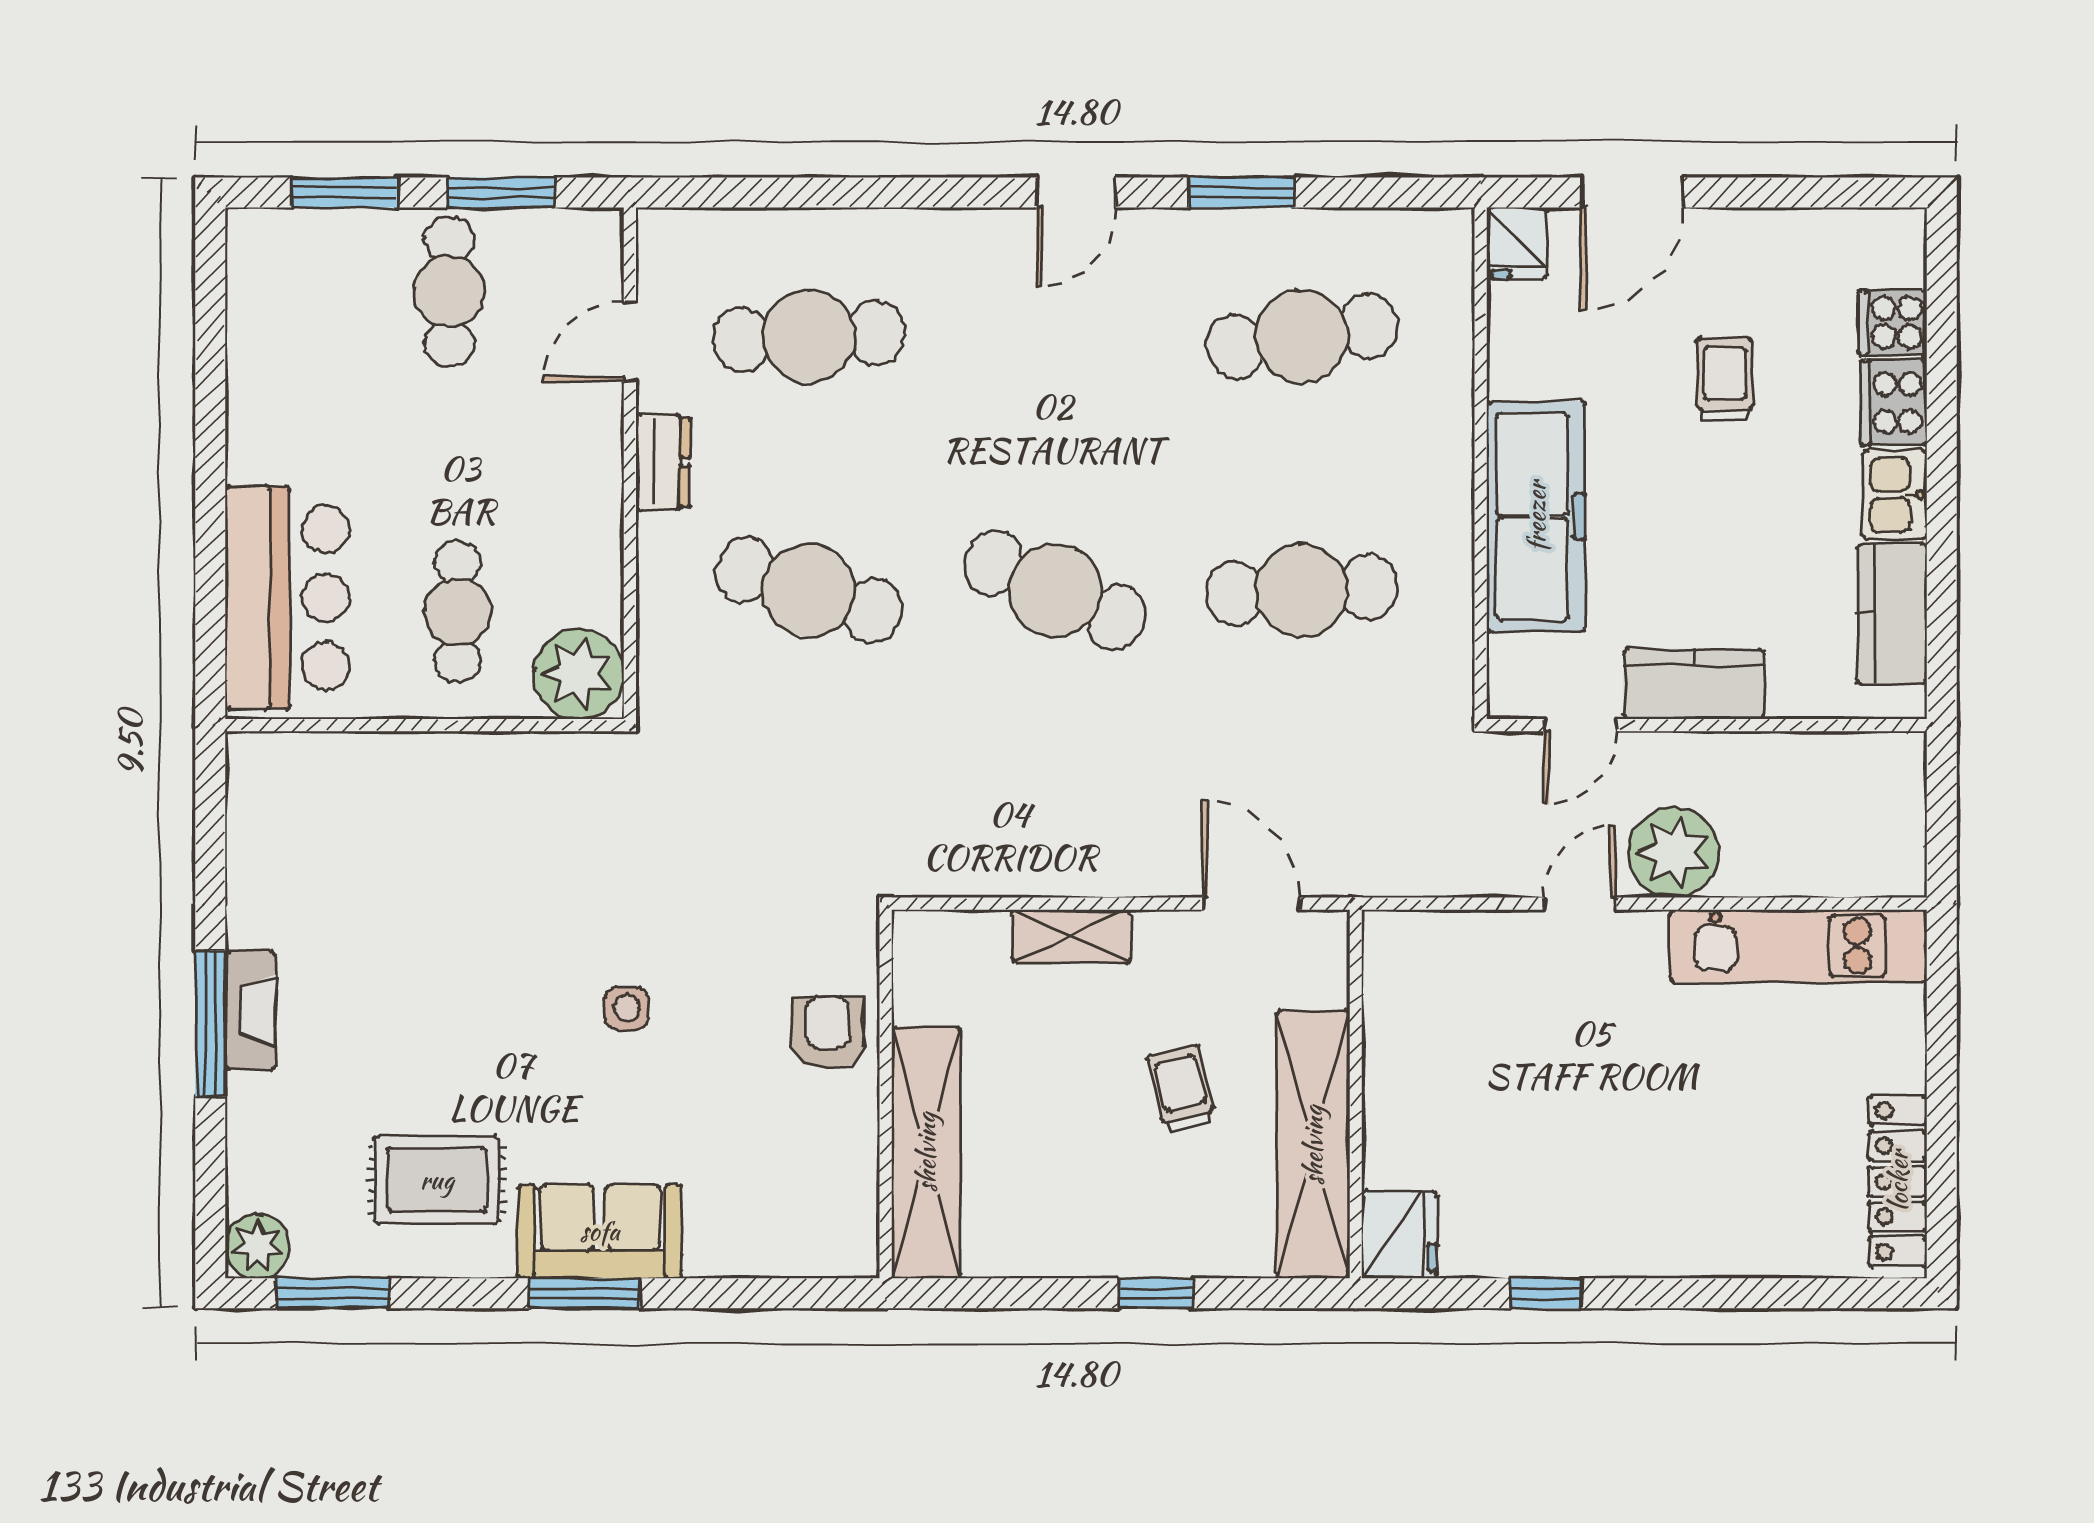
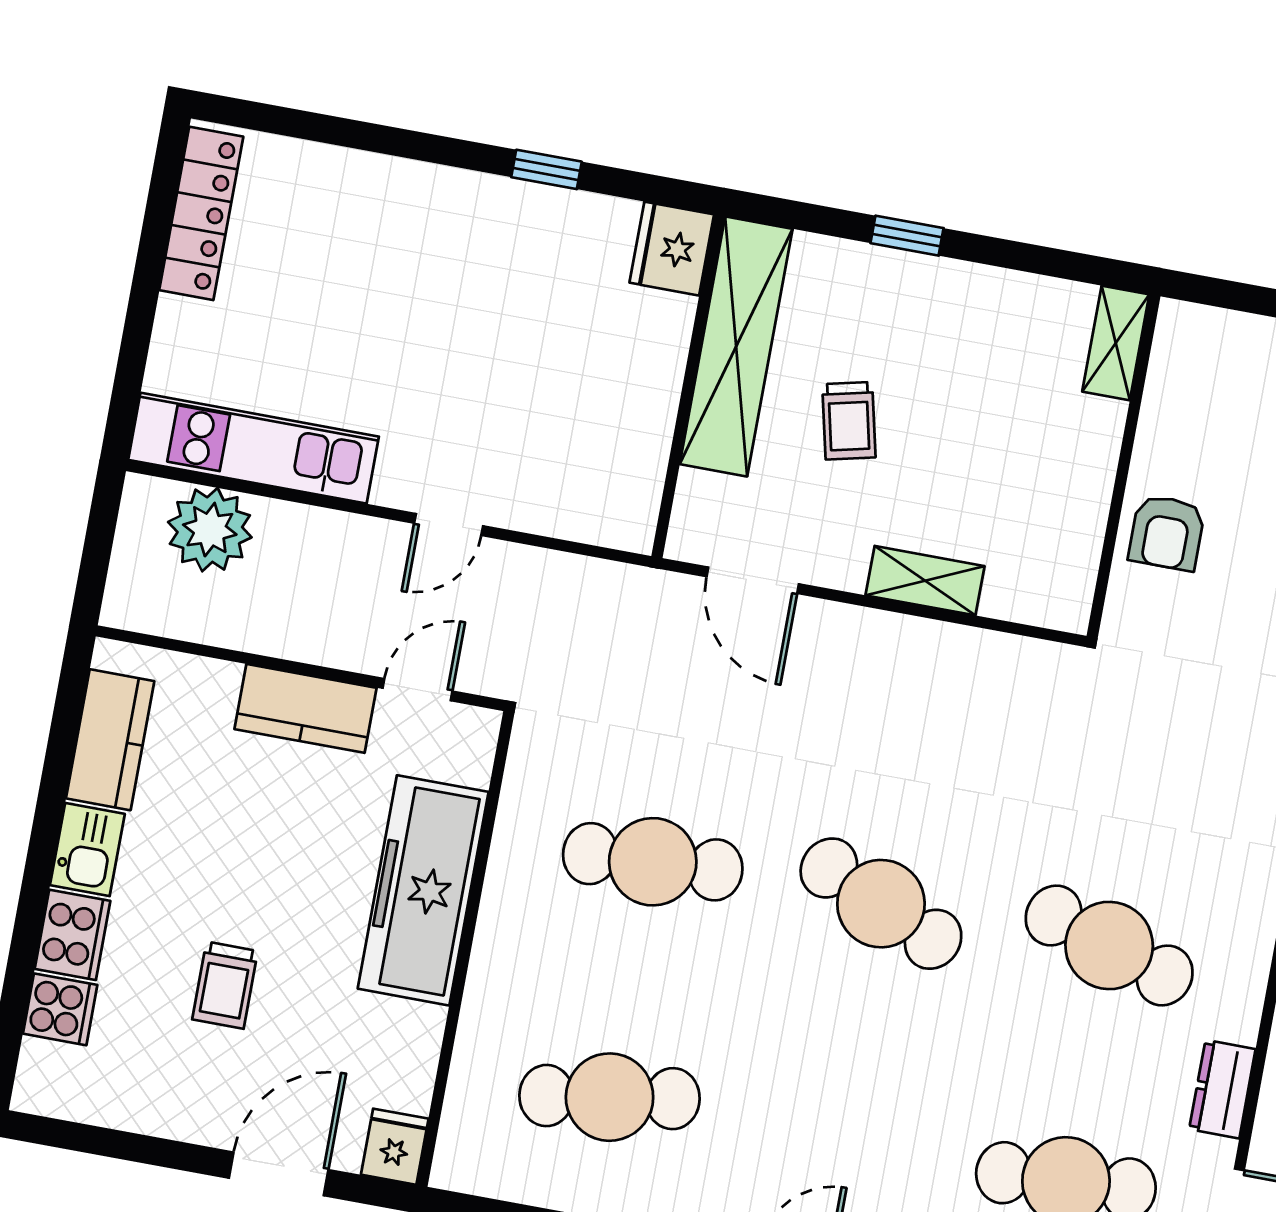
plant: (1674, 852) -> (210, 530), moved
shelving: (926, 1152) -> (1116, 343), width x0.45, depth x0.75

